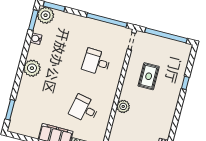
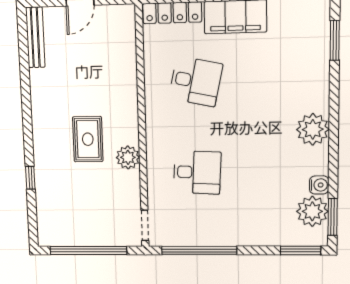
plant: (46, 15) -> (312, 211), moved
rug: (149, 76) -> (88, 139), moved
plant: (123, 106) -> (128, 157), moved

